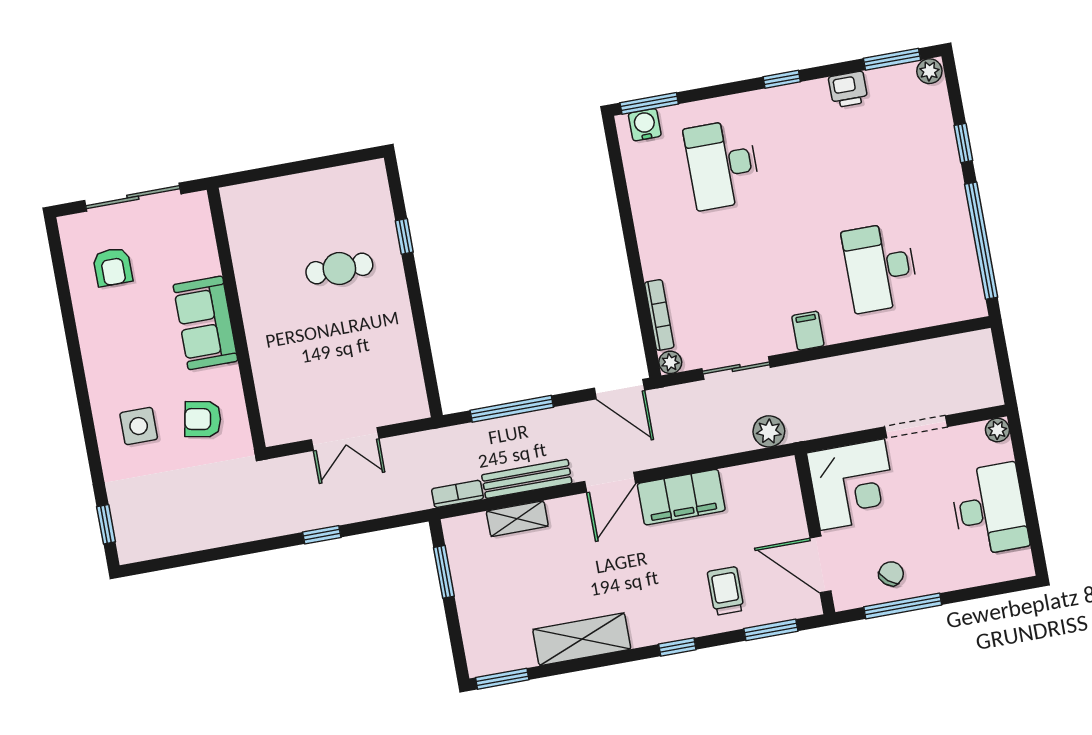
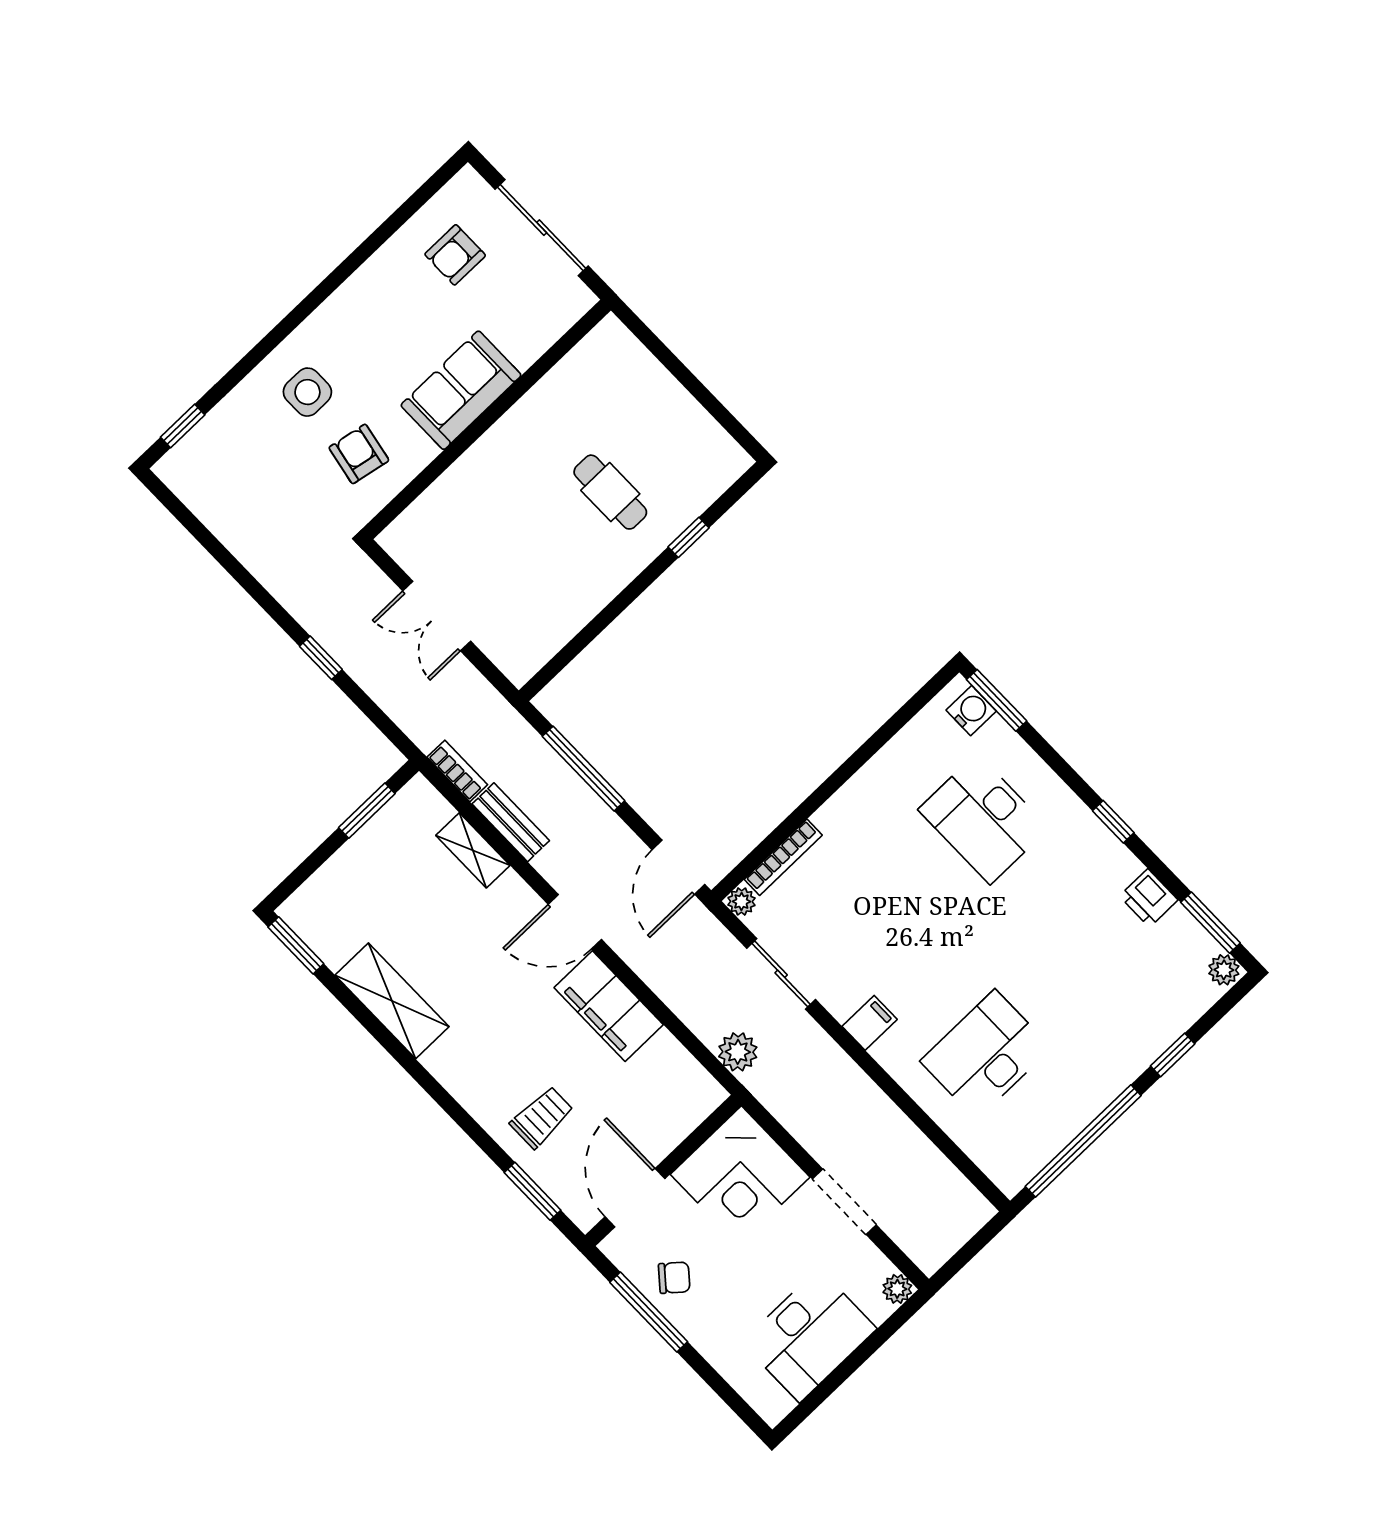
desk: (722, 164) -> (984, 819), turned -90
bench: (527, 479) -> (511, 822), width x0.73
window: (677, 647) -> (450, 1106), removed

